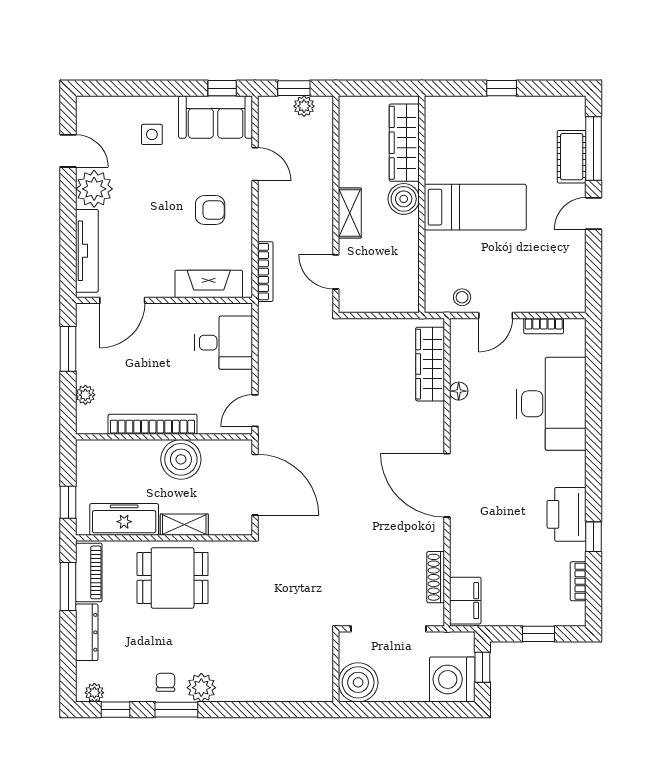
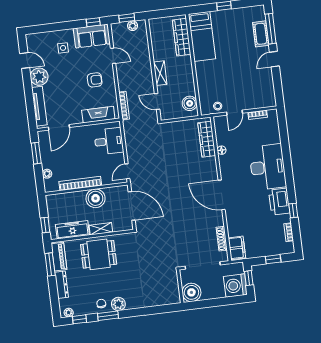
boiler: (404, 199) -> (190, 103), moved
bed: (475, 207) -> (202, 36), moved, turned 90
desk: (551, 404) -> (268, 167), moved

